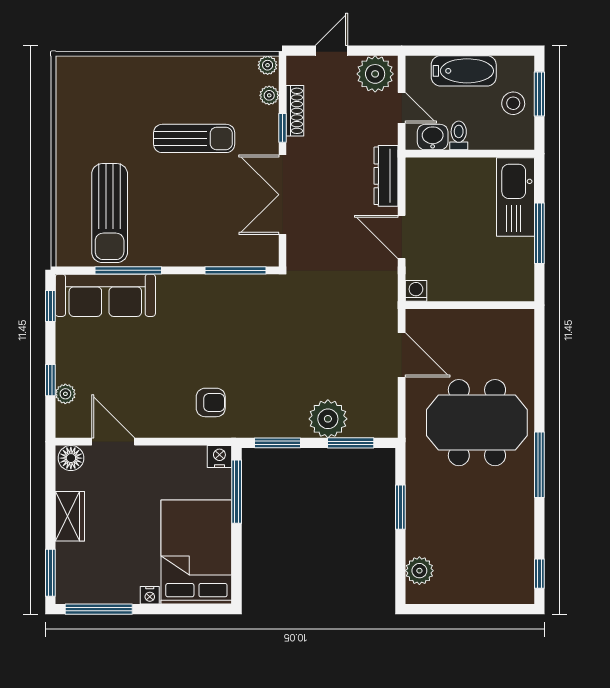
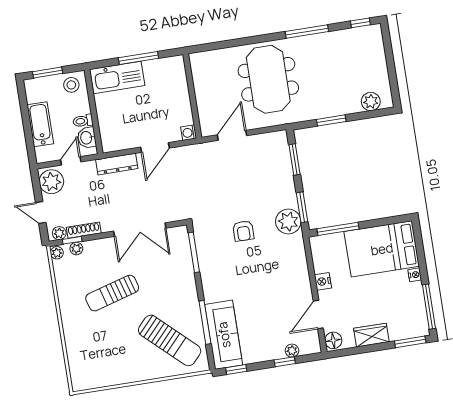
plant: (296, 73) -> (59, 233), added
stool: (513, 103) -> (71, 85), moved
window: (283, 128) -> (72, 240), moved
sun lounger: (194, 138) -> (112, 293), turned -106
sun lounger: (110, 213) -> (170, 340), turned 43
armchair: (211, 402) -> (243, 231), moved, turned 180
plant: (328, 419) -> (288, 222), moved
nightstand: (219, 457) -> (323, 281), moved
window: (539, 465) -> (307, 31), moved

